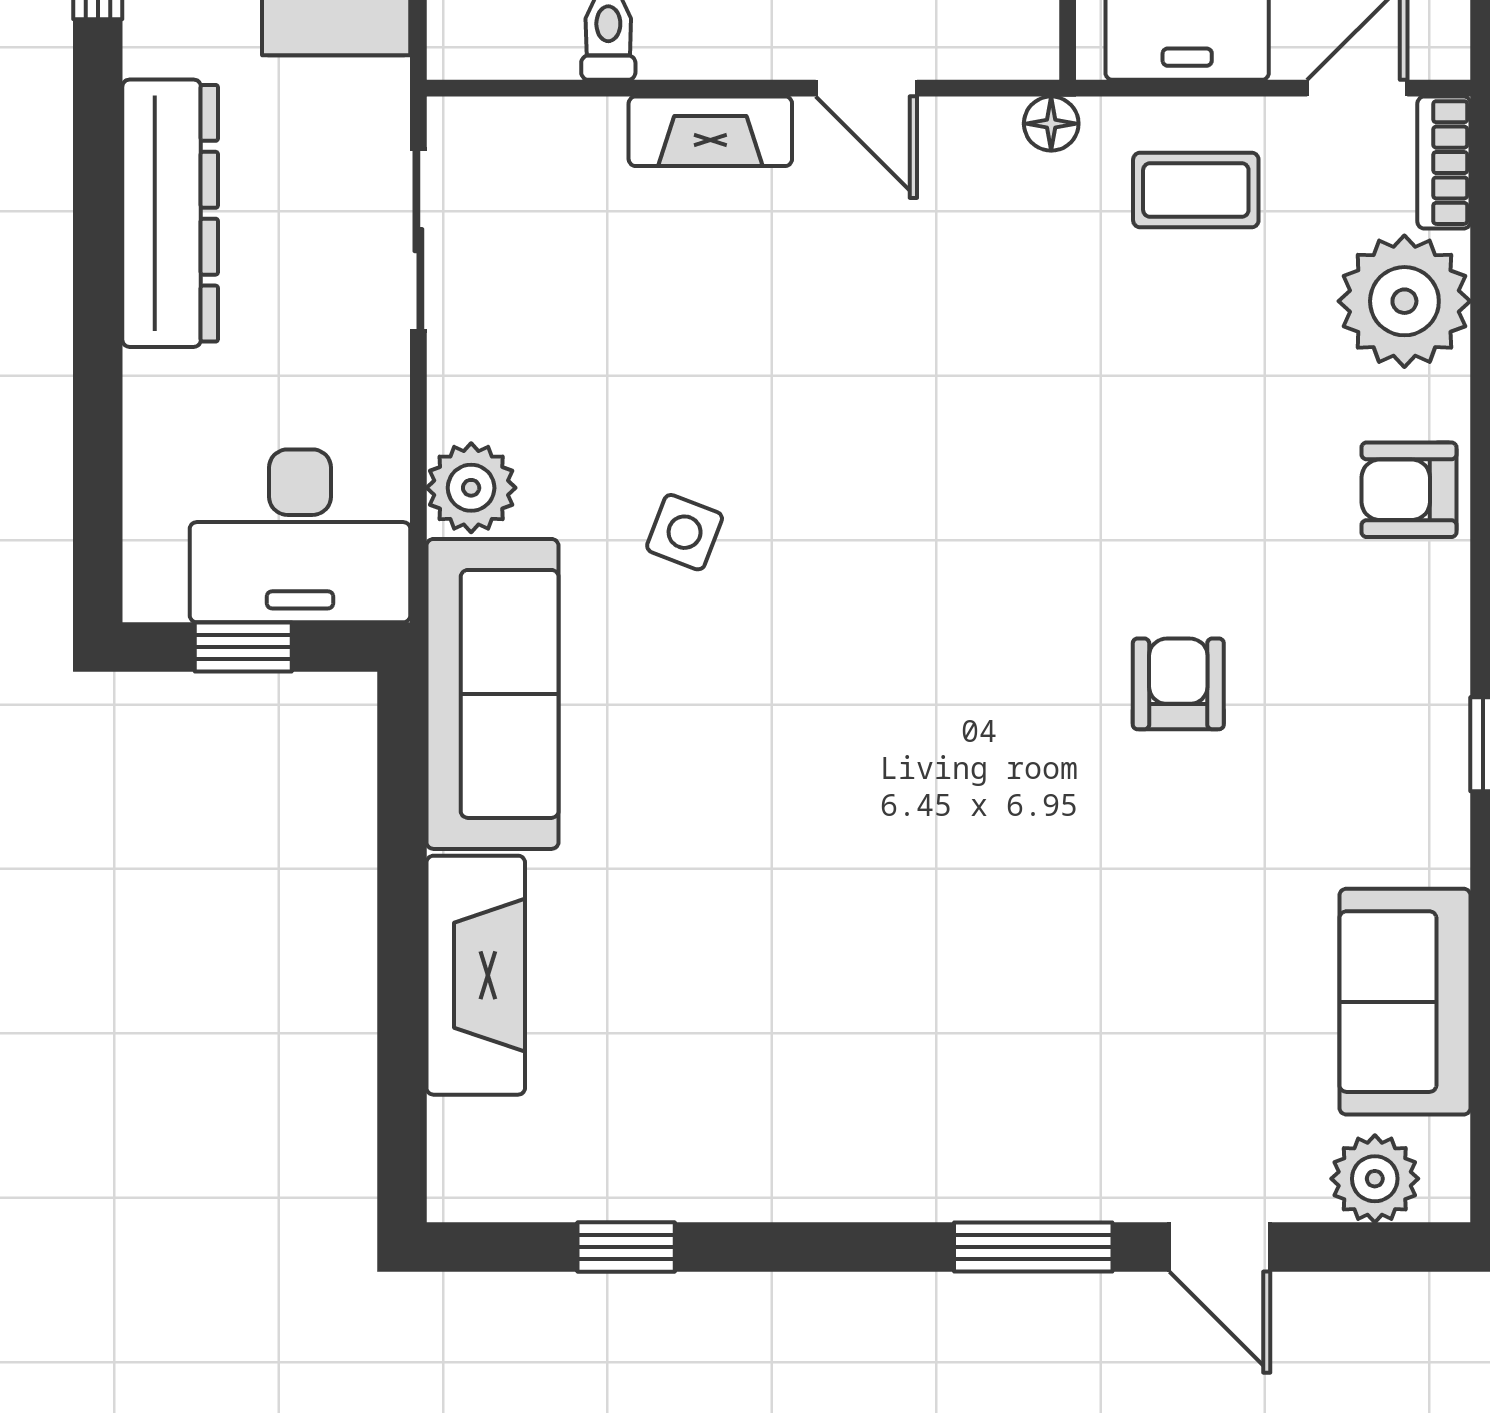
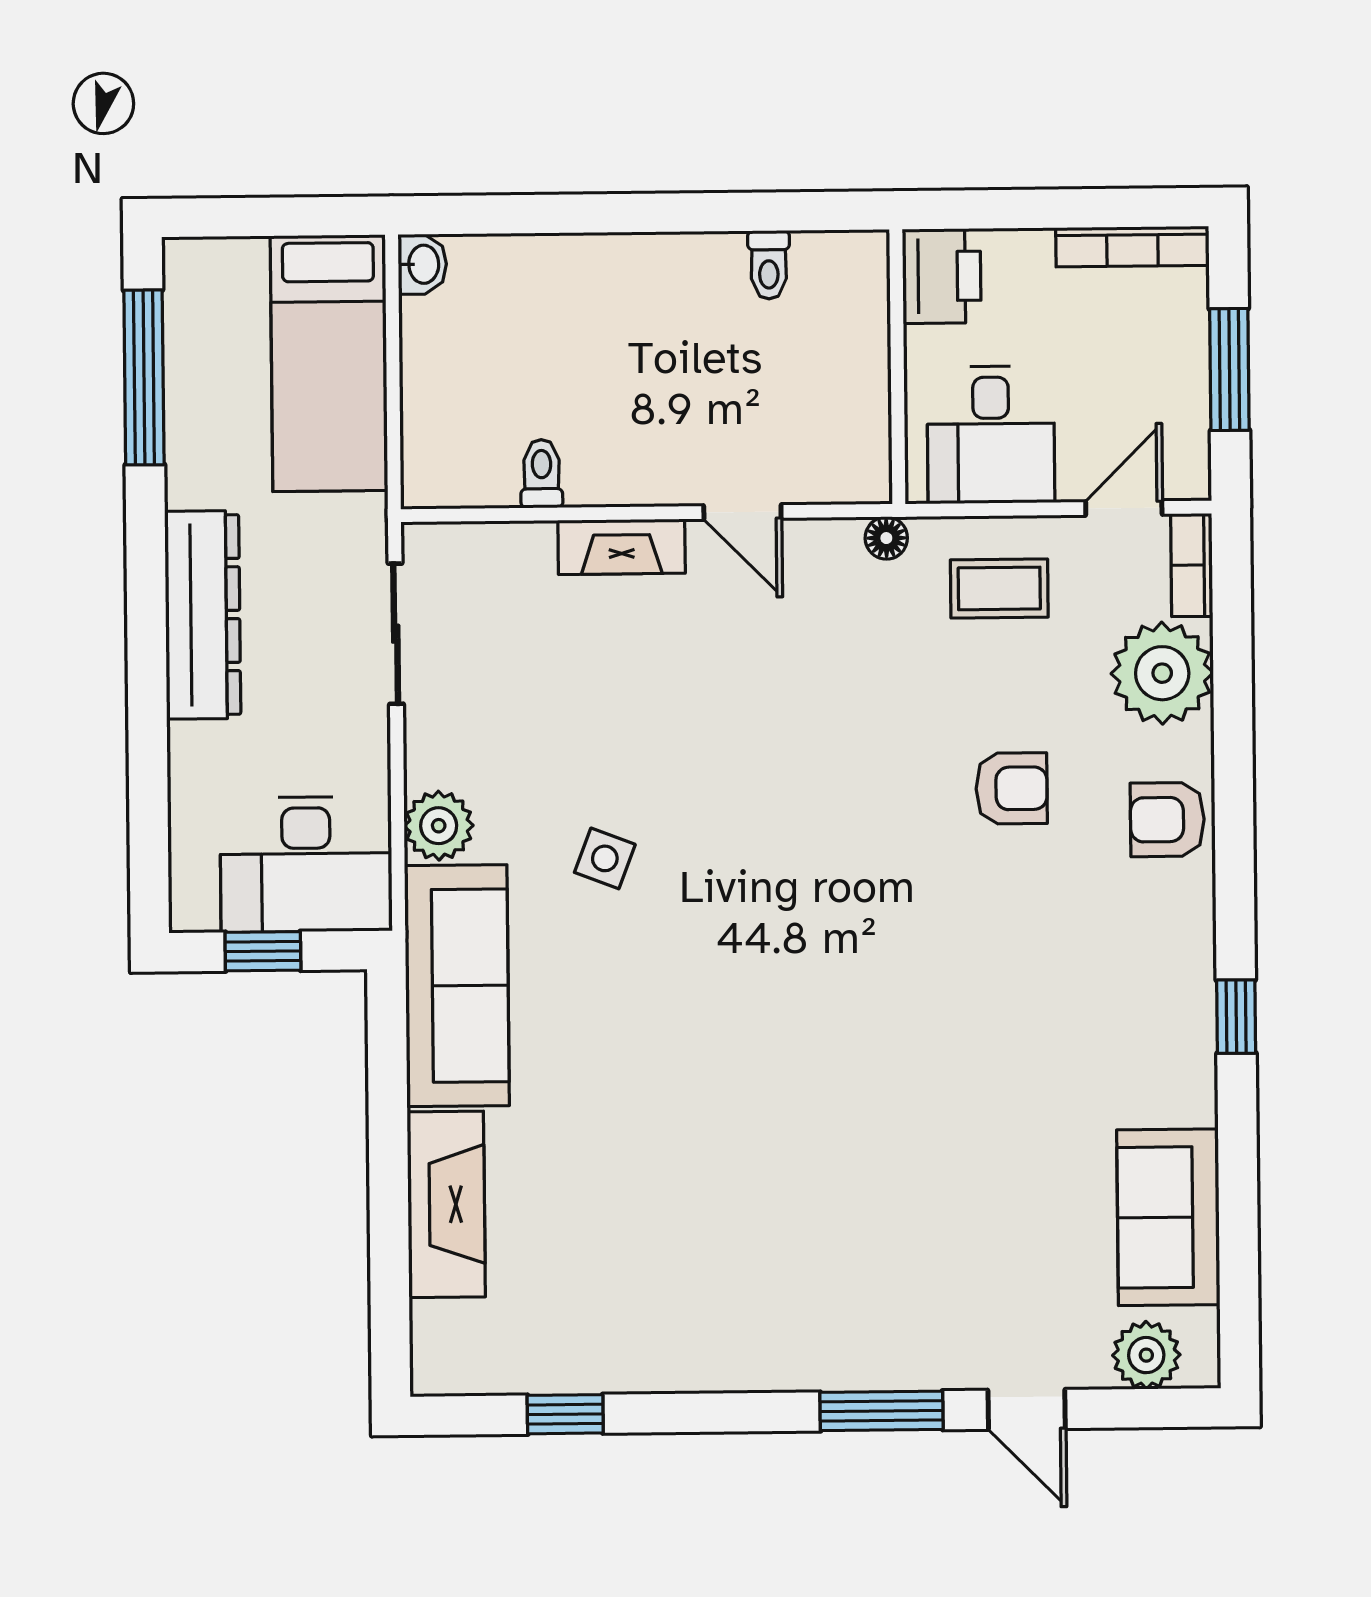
armchair: (1178, 684) -> (1012, 788), moved, turned 90

